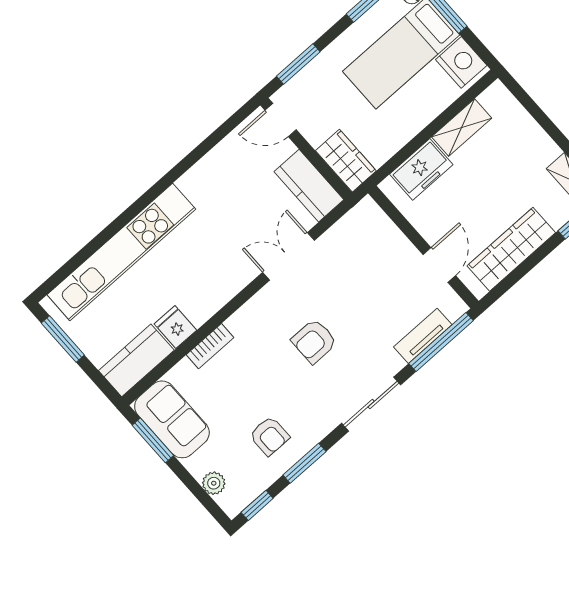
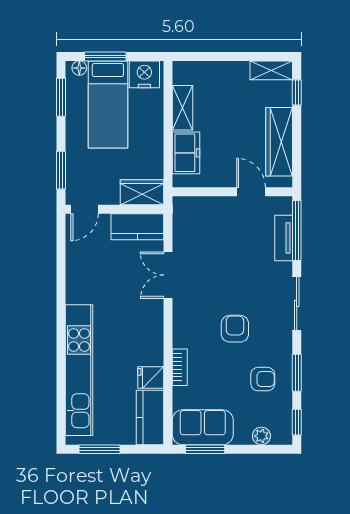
armchair: (314, 341) -> (235, 329), moved, turned 180

